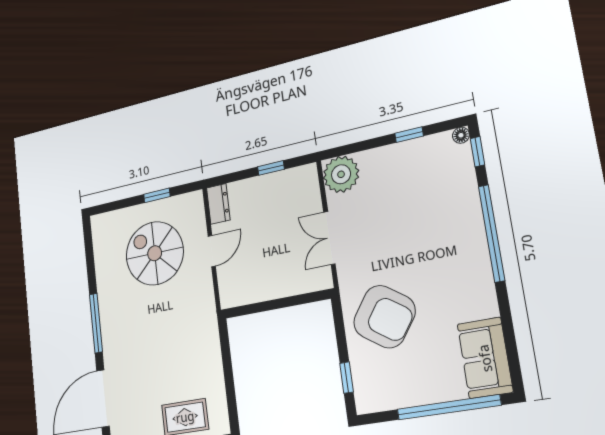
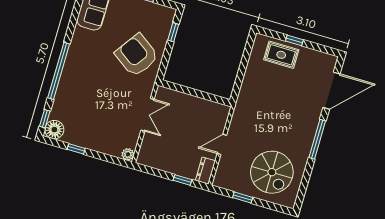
floor lamp: (461, 135) -> (54, 130), width x1.89, depth x1.89
window: (271, 168) -> (182, 180), moved
plant: (341, 174) -> (128, 154), width x0.53, depth x0.53
spiral stairs: (155, 253) -> (272, 172), moved

